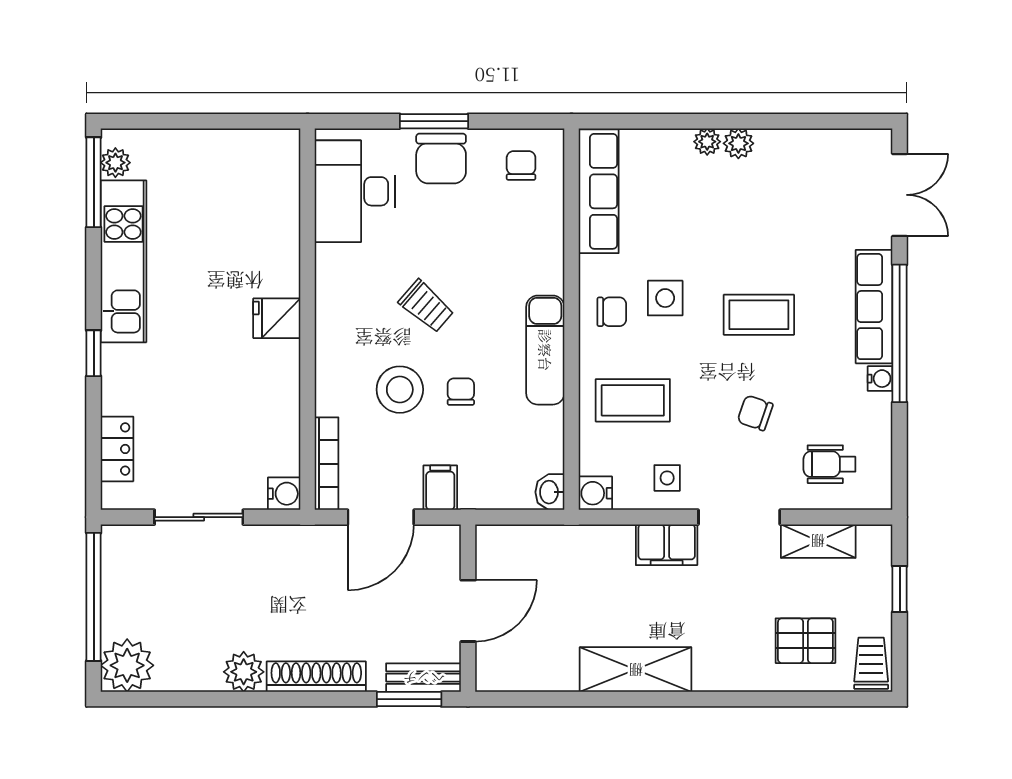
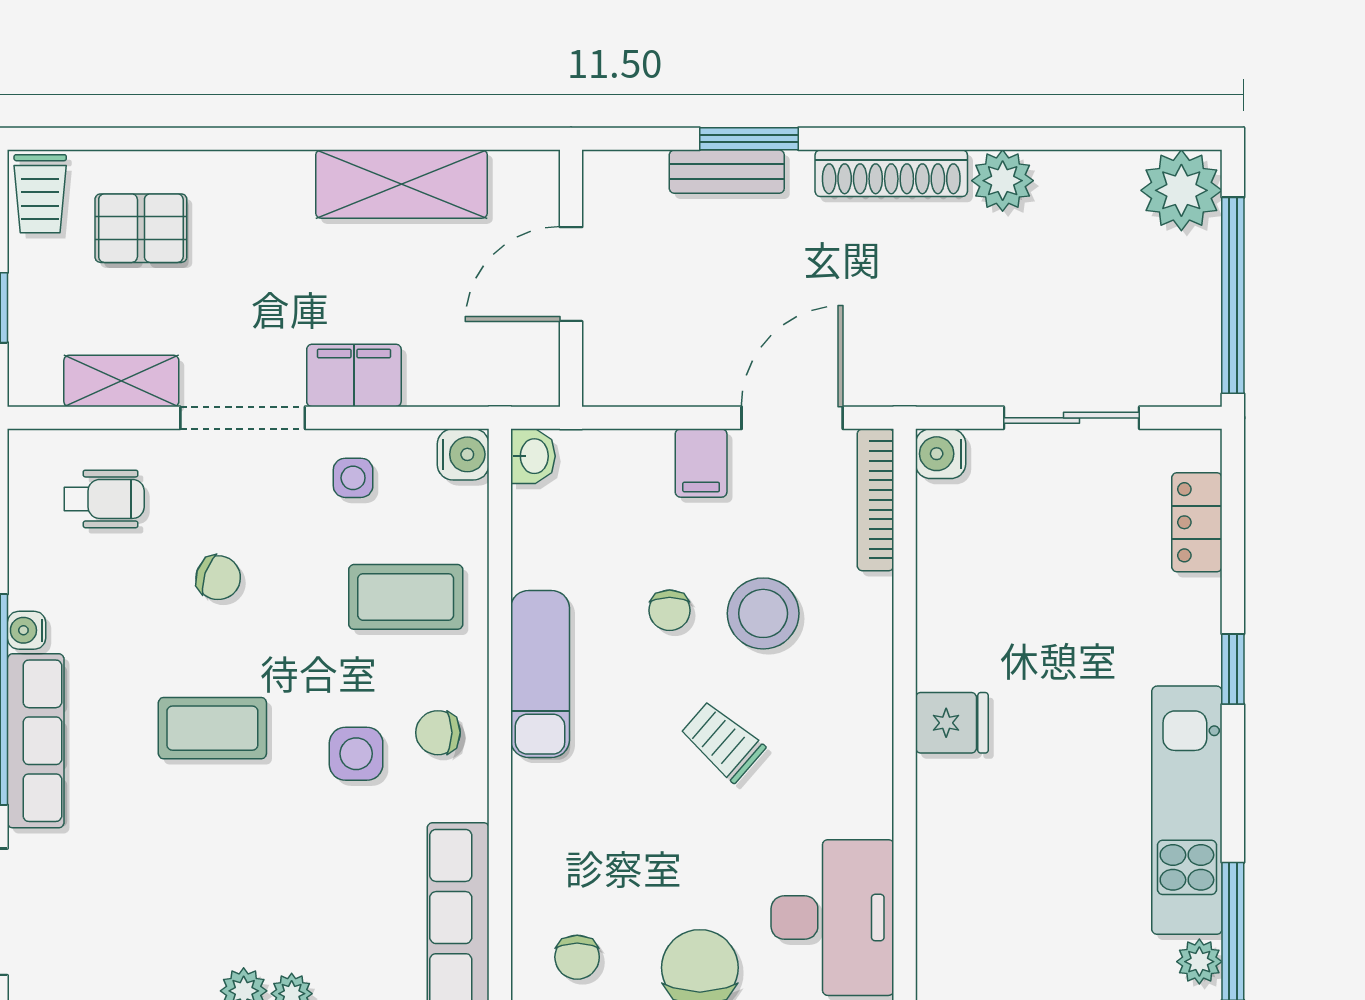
wall: (468, 608) -> (571, 278), moved
door: (468, 611) -> (571, 274), moved

